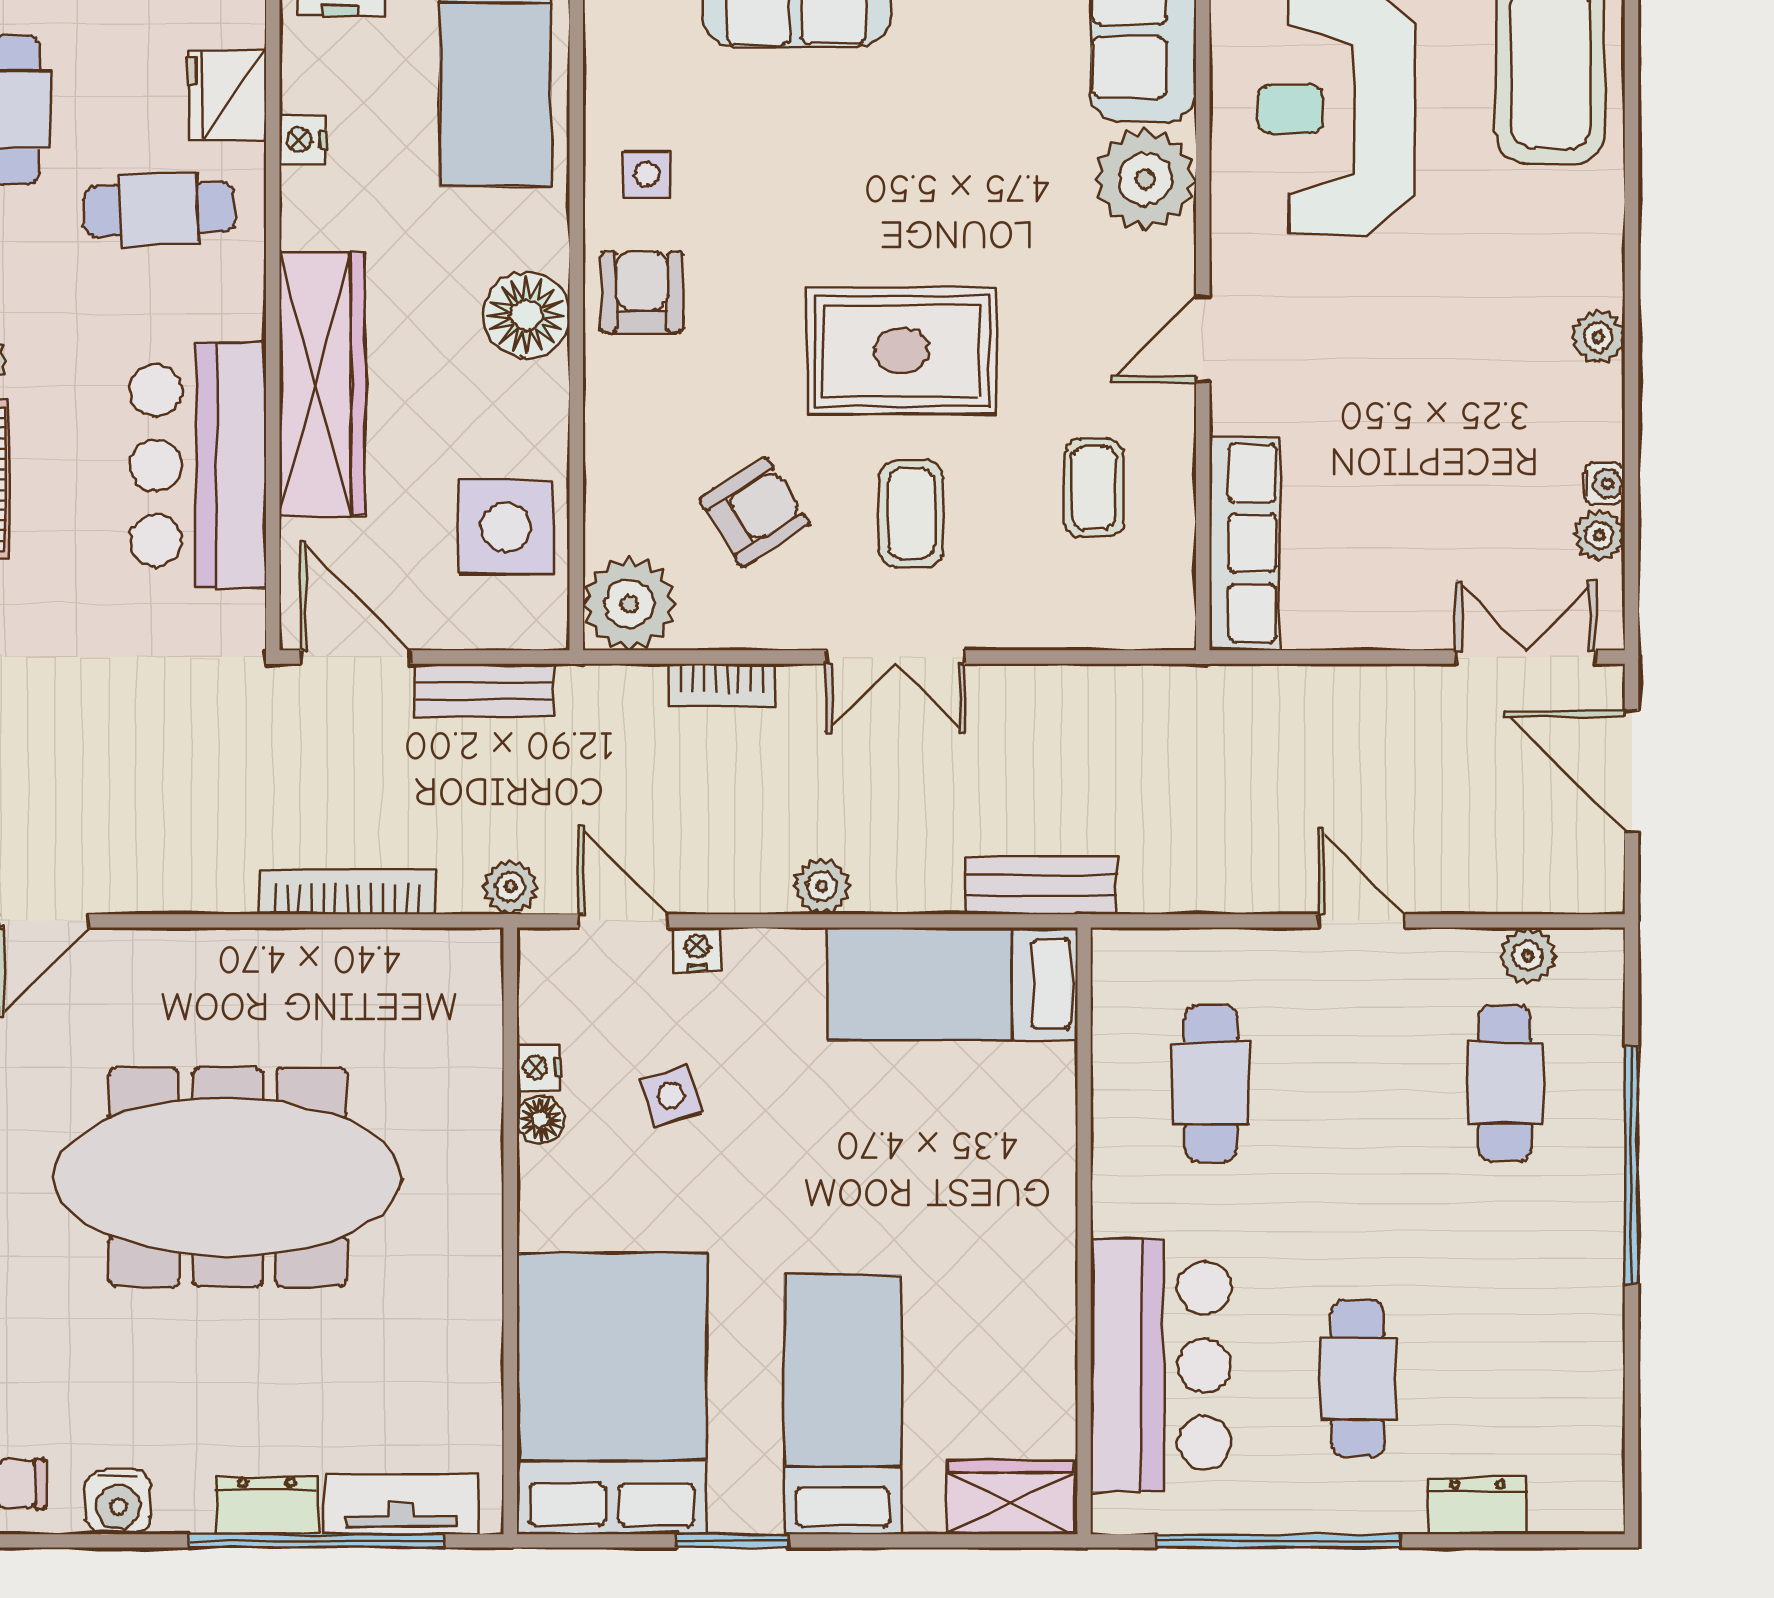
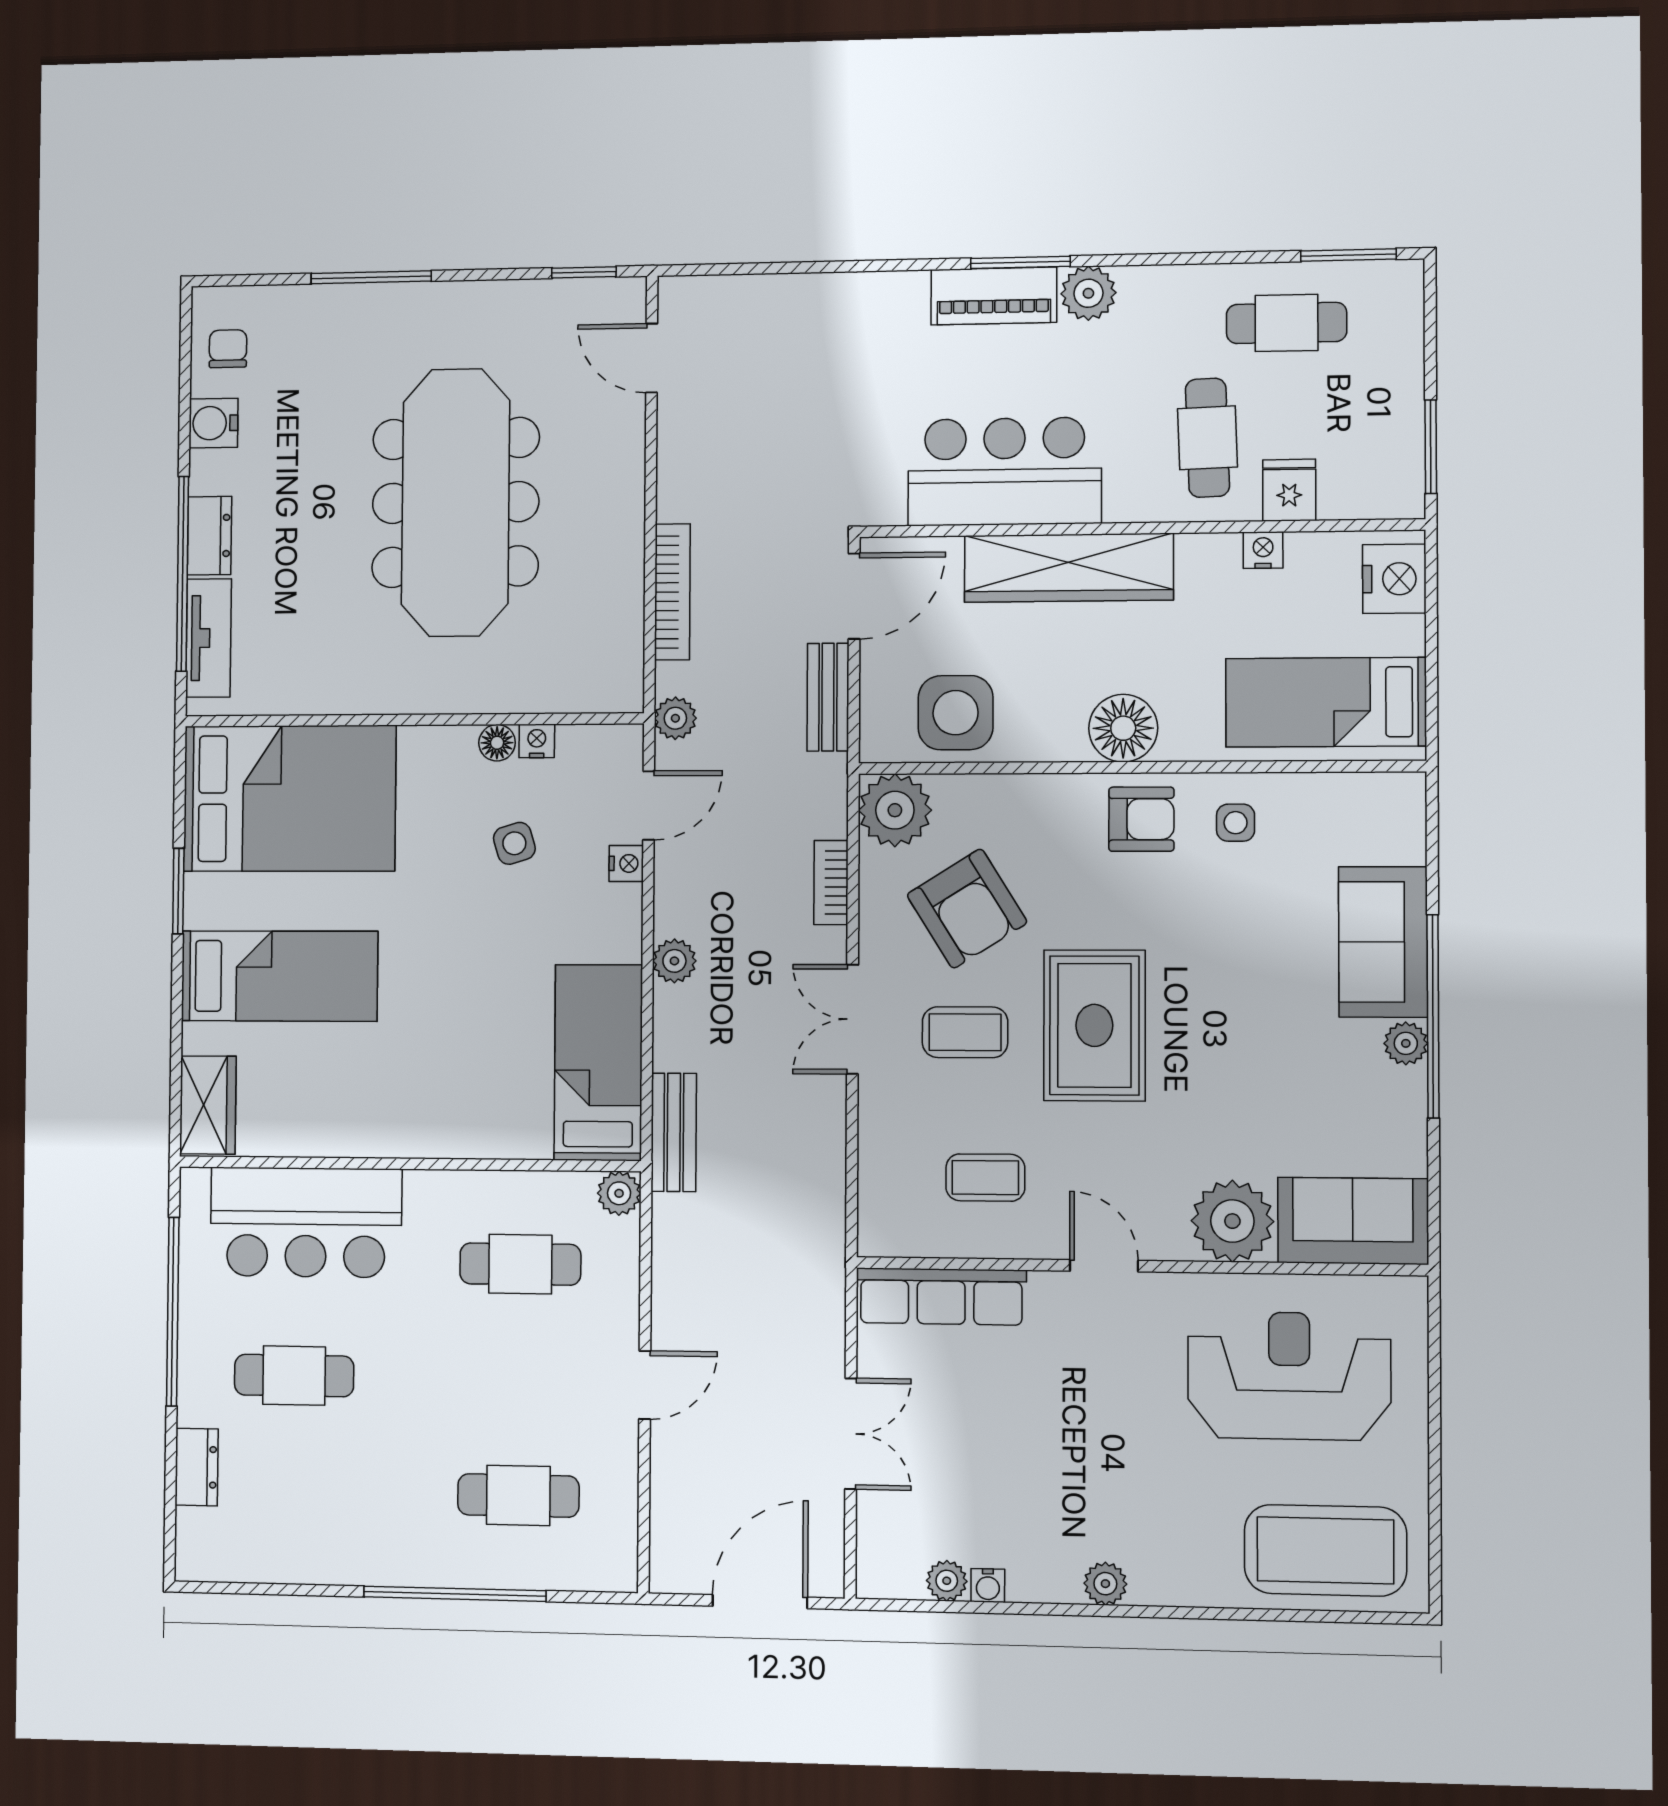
fridge: (227, 95) -> (1289, 490), width x0.72
armchair: (755, 512) -> (967, 909), width x1.38, depth x1.38
double door: (1526, 657) -> (851, 1434), moved
plant: (1528, 956) -> (619, 1193), moved

